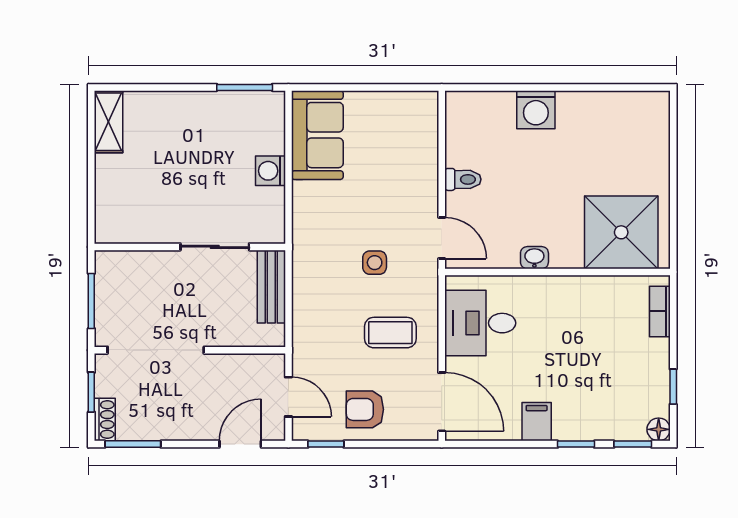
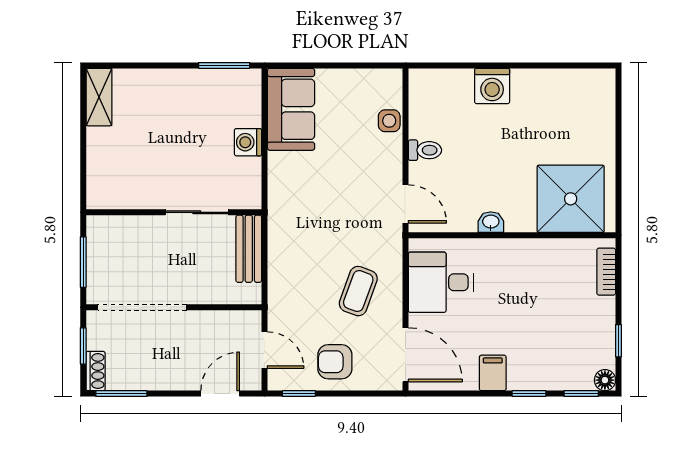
side table: (375, 263) -> (389, 121), moved
coffee table: (390, 333) -> (358, 291), turned -70

